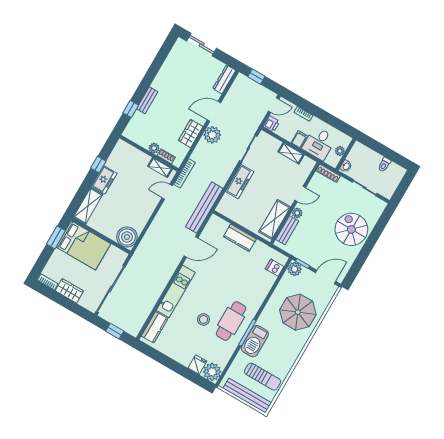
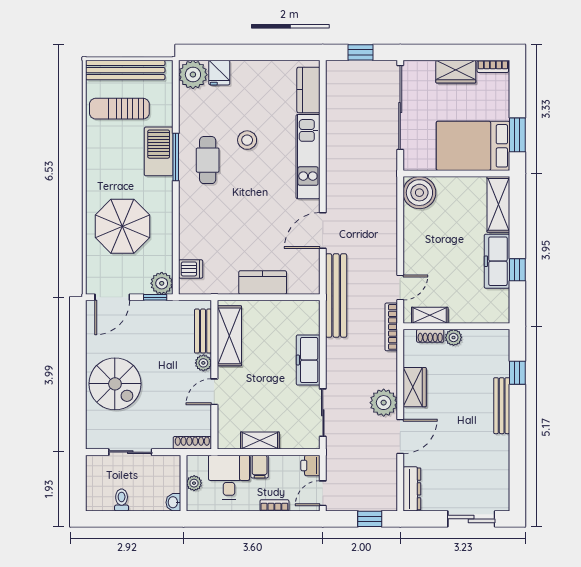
bench: (147, 100) -> (502, 406), width x1.36
washbasin: (346, 166) -> (173, 502), moved
freezer: (104, 180) -> (497, 261), width x1.40
cafe table: (231, 321) -> (208, 160), width x0.73, depth x0.74

